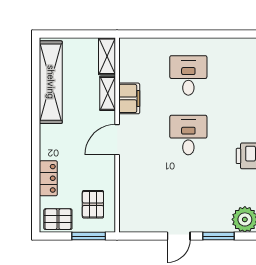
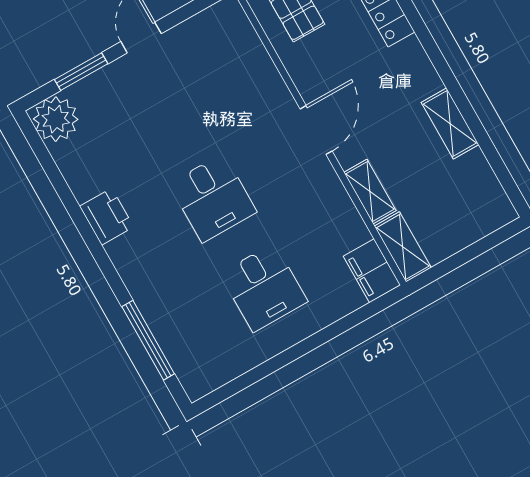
shelving: (51, 82) -> (450, 123), width x0.45, depth x0.75
filing cabinet: (129, 98) -> (372, 271), moved

